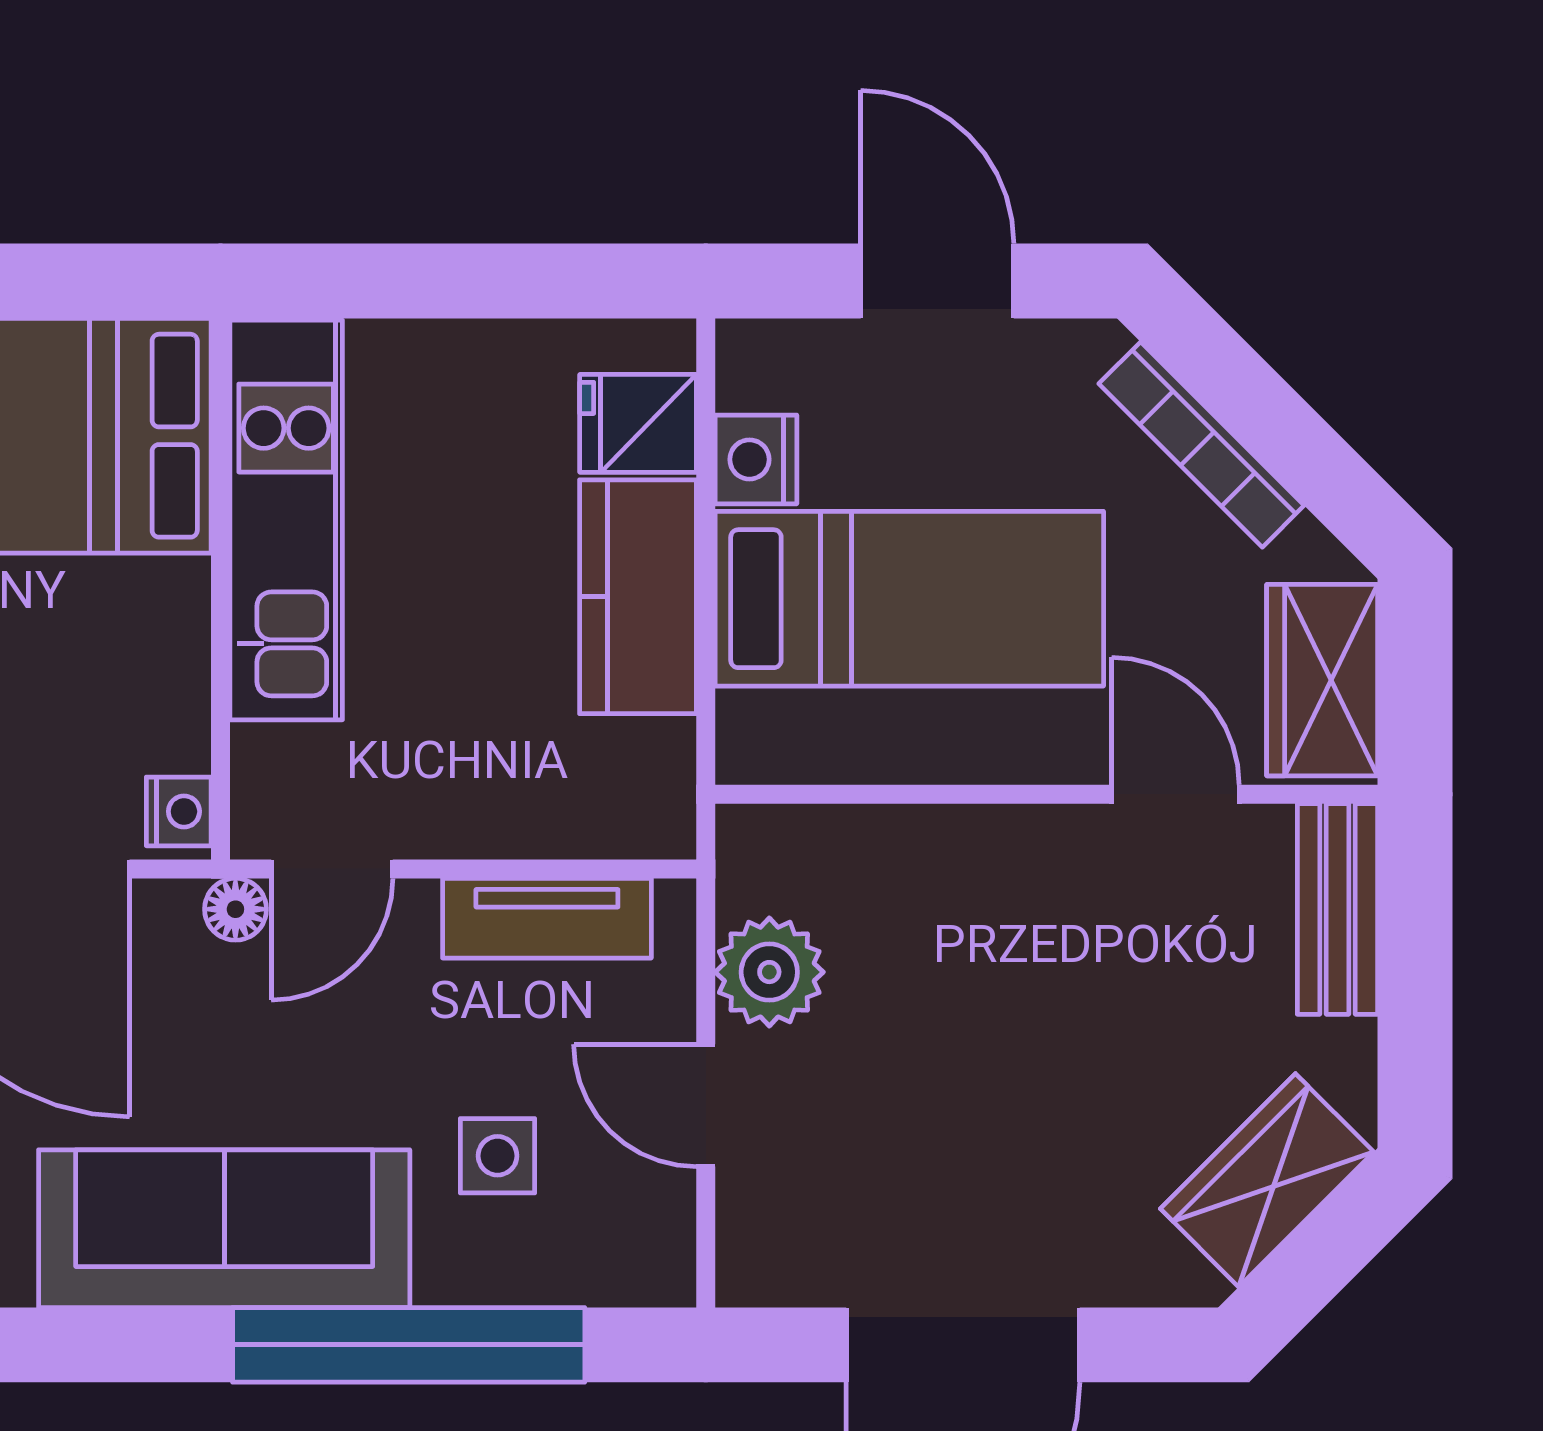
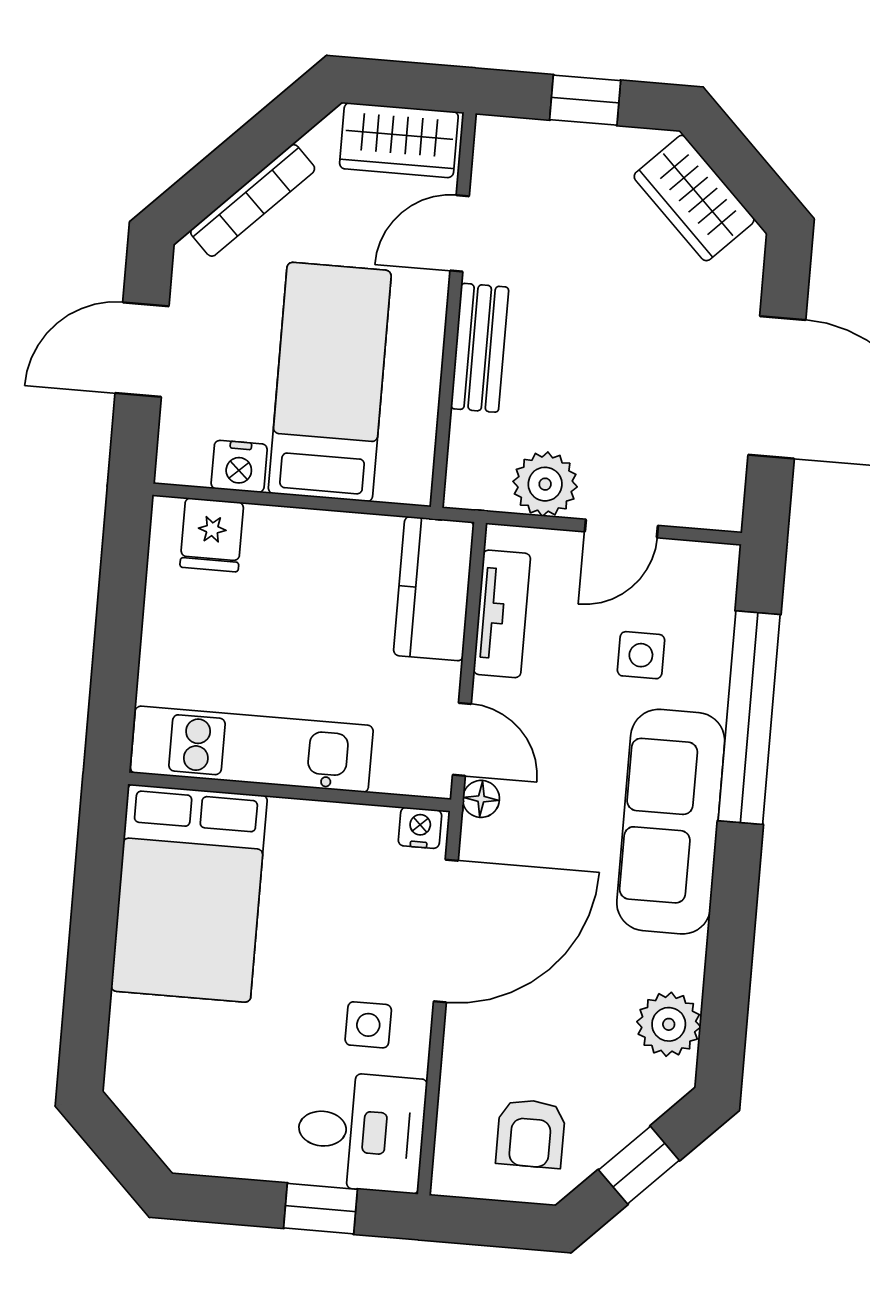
kitchen counter: (638, 597) -> (434, 589), moved, turned 90
bench: (1337, 909) -> (480, 348), moved, turned 90
window: (1415, 985) -> (585, 100), added

